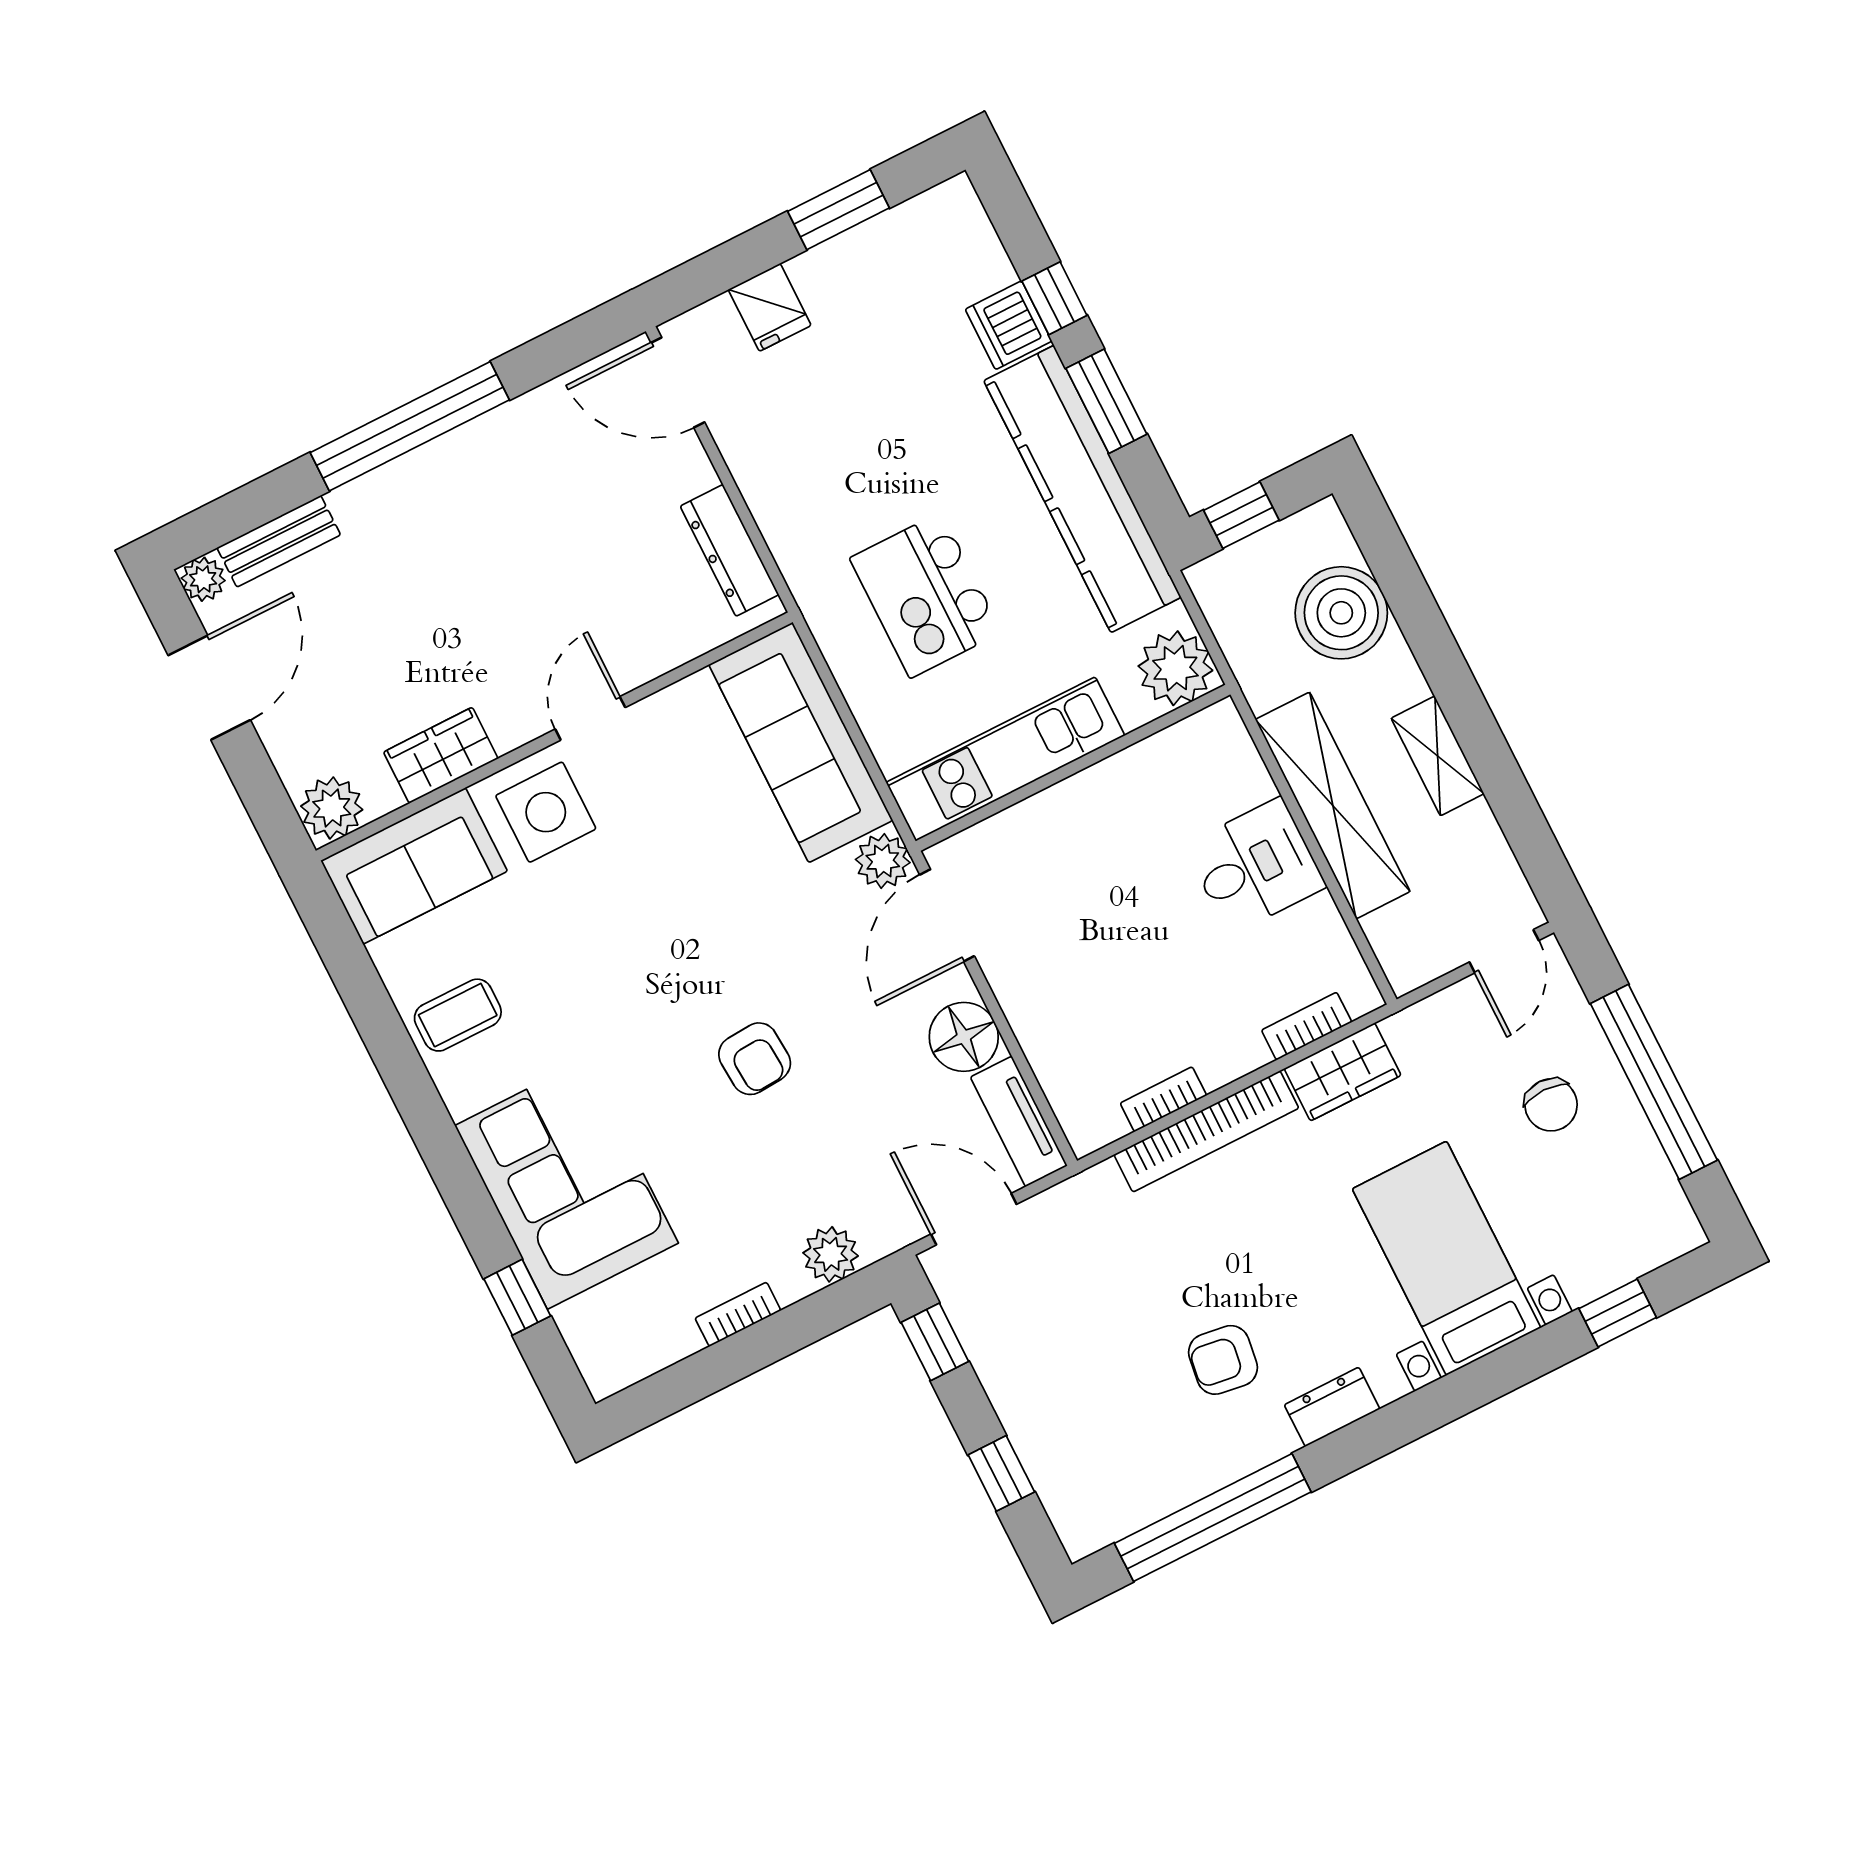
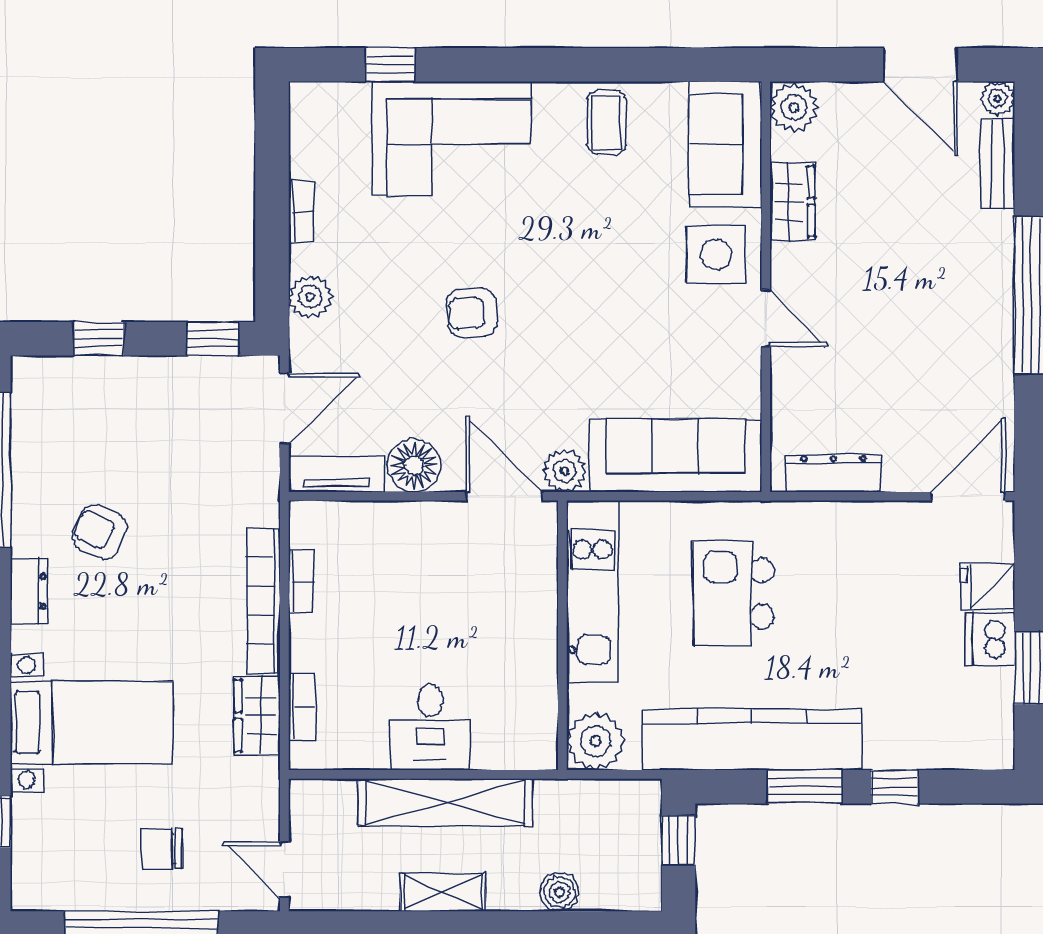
dishwasher: (1008, 325) -> (990, 639), moved, turned -90
kitchen island: (926, 595) -> (734, 594), turned -90
boiler: (1341, 613) -> (559, 892), width x0.54, depth x0.54
armchair: (1223, 1360) -> (100, 532), turned -74

